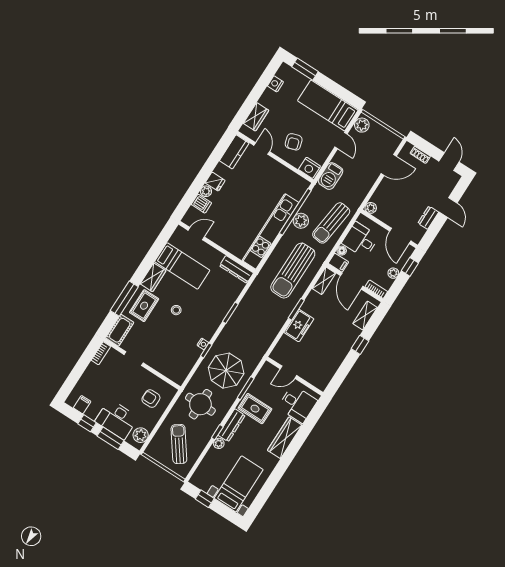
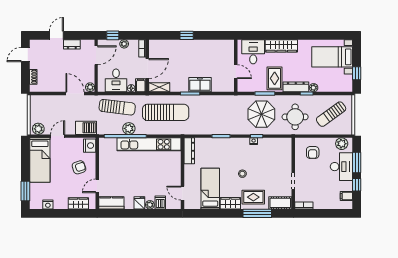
door: (389, 165) -> (75, 93), moved
shelving: (365, 316) -> (165, 45), removed

